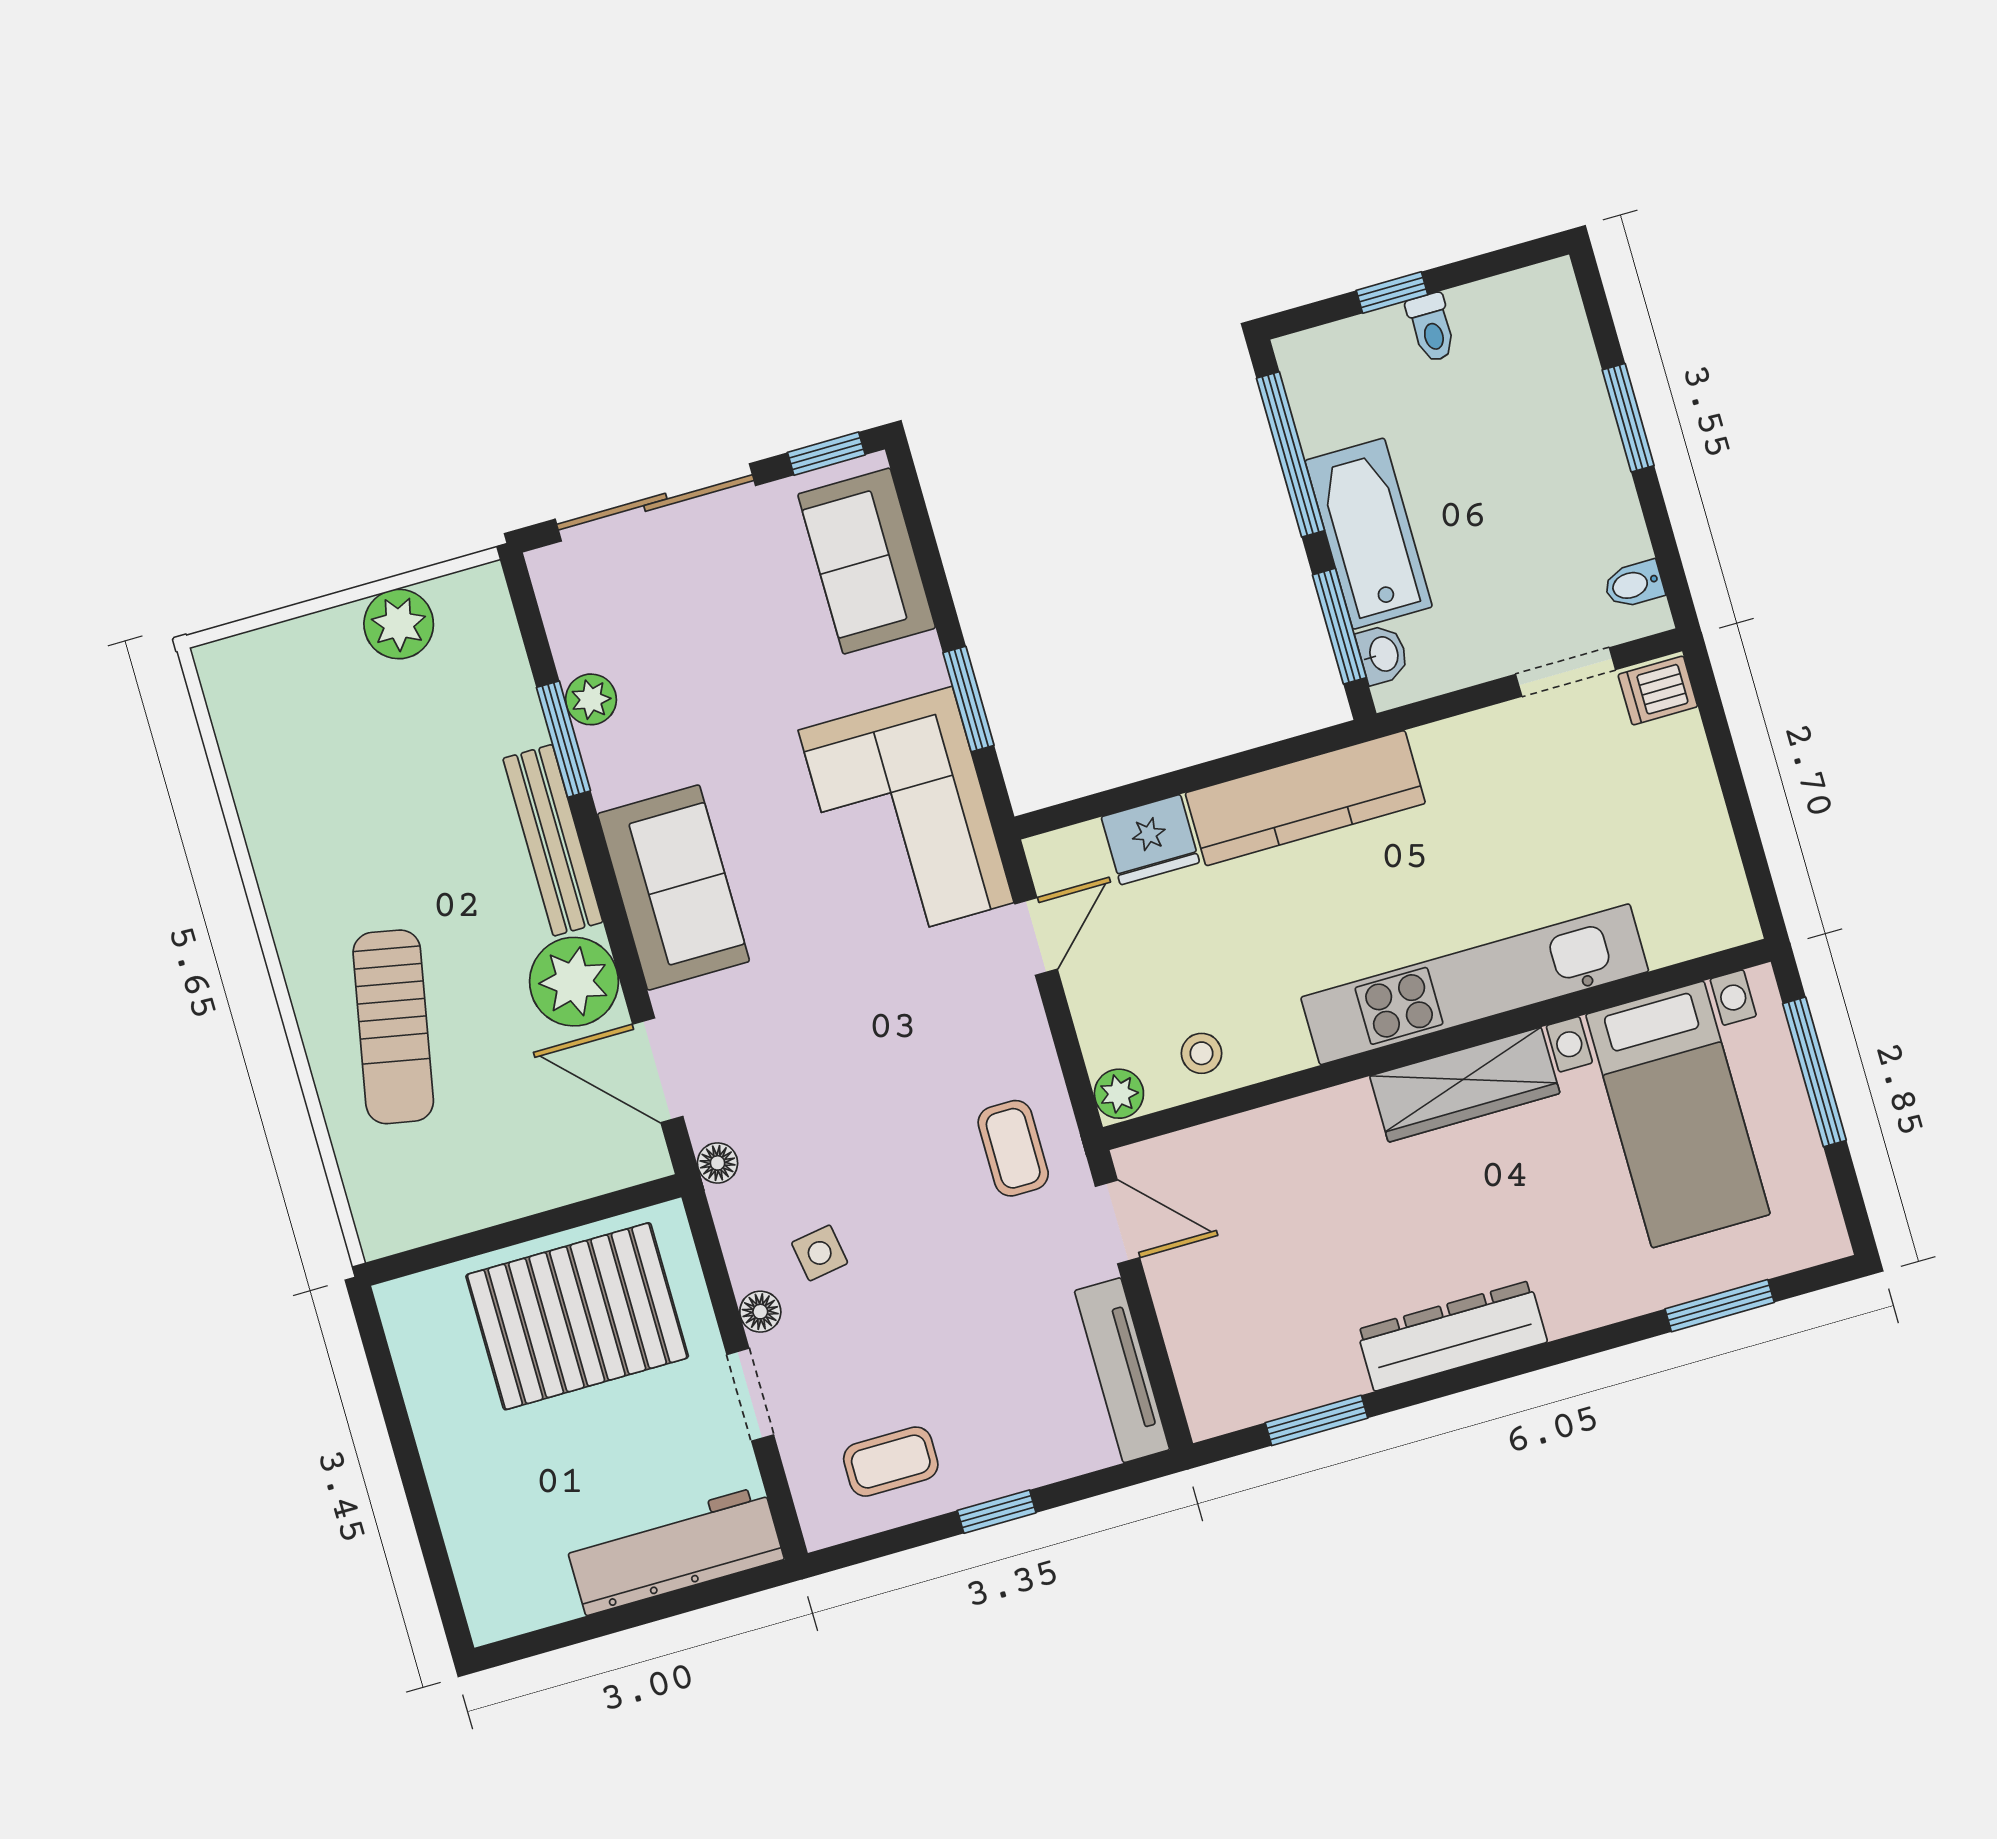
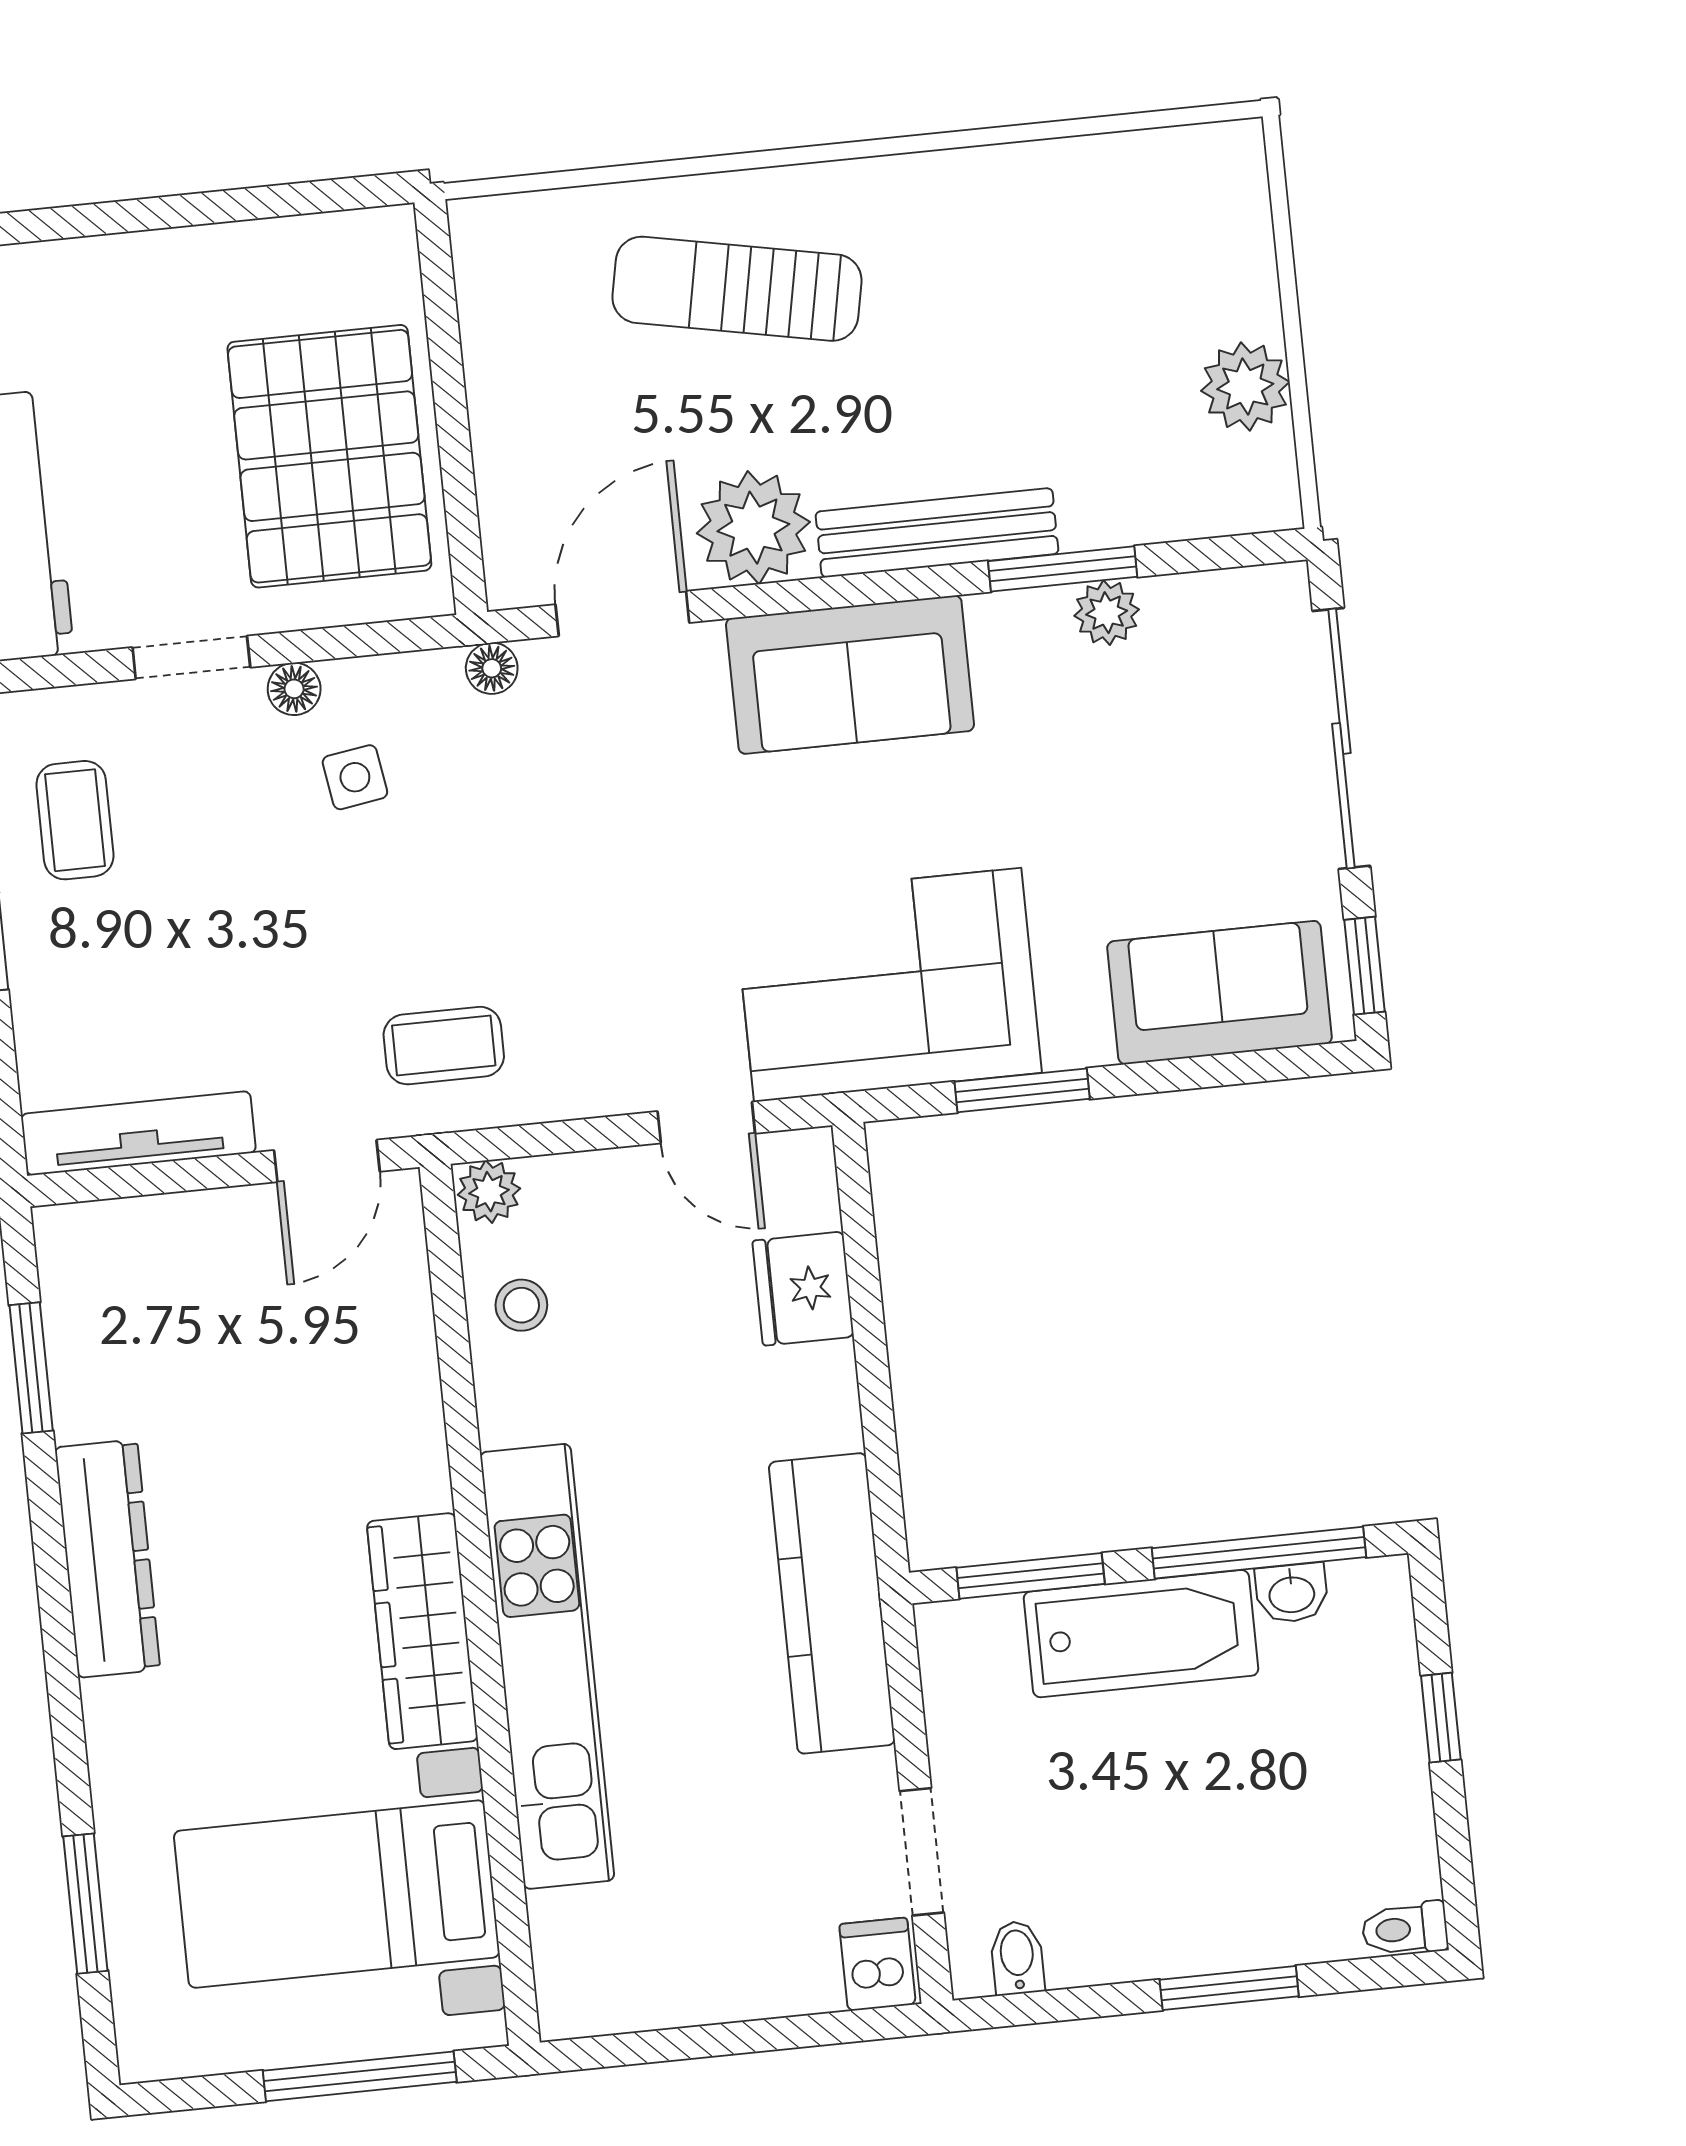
toilet: (1431, 328) -> (1405, 1929), moved
washbasin: (1383, 654) -> (1292, 1593), moved
kitchen counter: (1305, 798) -> (832, 1603), moved

